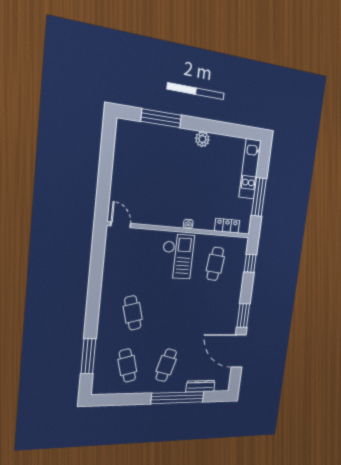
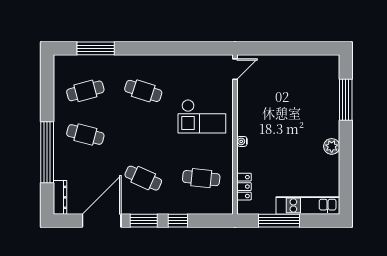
checkout: (177, 256) -> (202, 116), moved
window: (250, 263) -> (178, 221), moved
cafe table: (133, 313) -> (143, 91), turned 33
cafe table: (209, 315) -> (143, 178), added
dresser: (200, 386) -> (60, 197), moved

